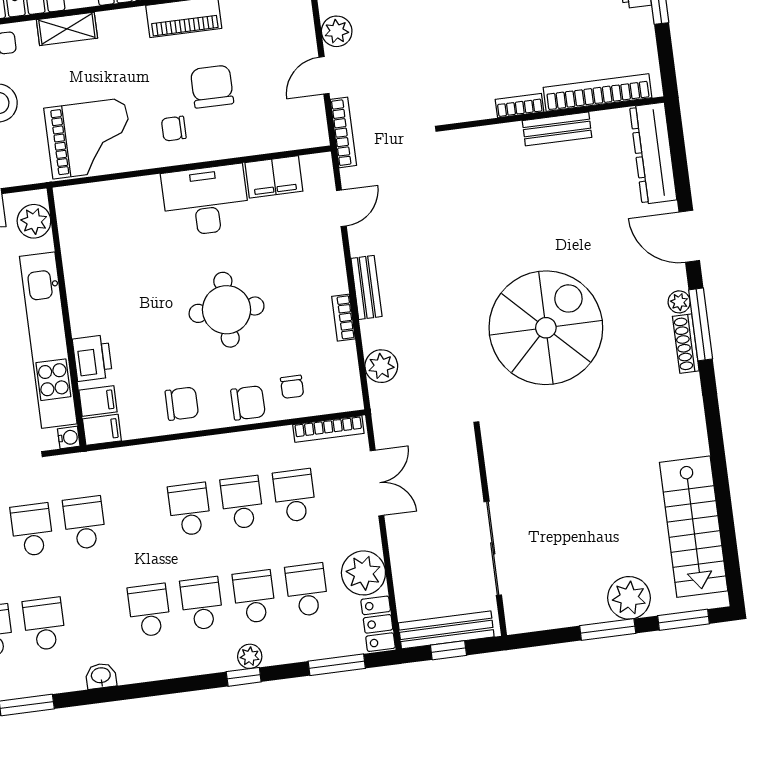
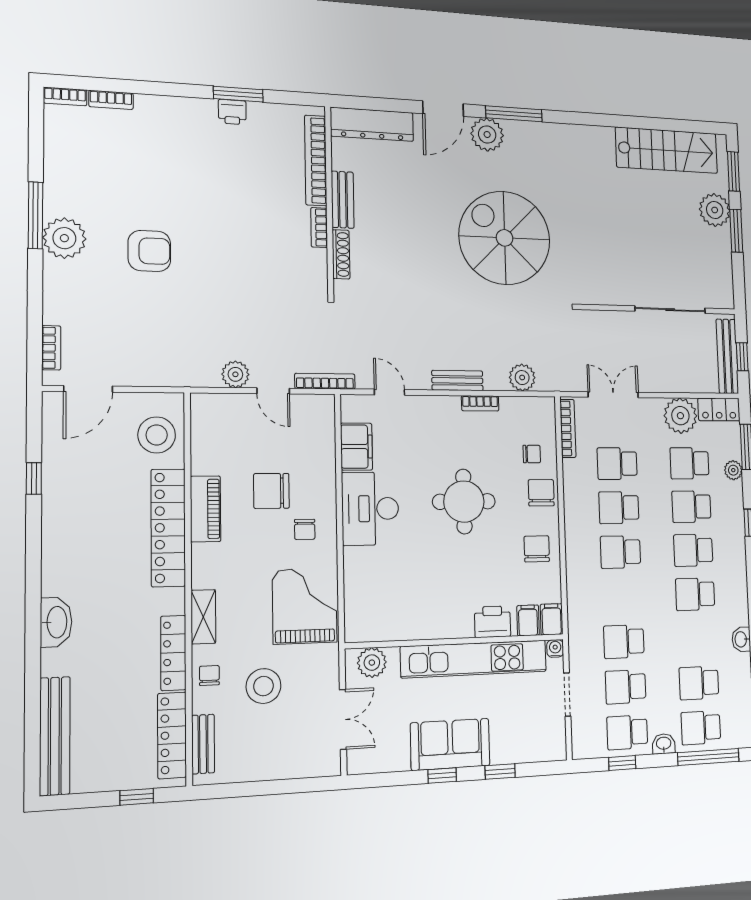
plant: (679, 302) -> (487, 135), width x1.88, depth x1.88
shoe rack: (686, 344) -> (341, 254), moved, turned -90
plant: (250, 656) -> (733, 470), moved

